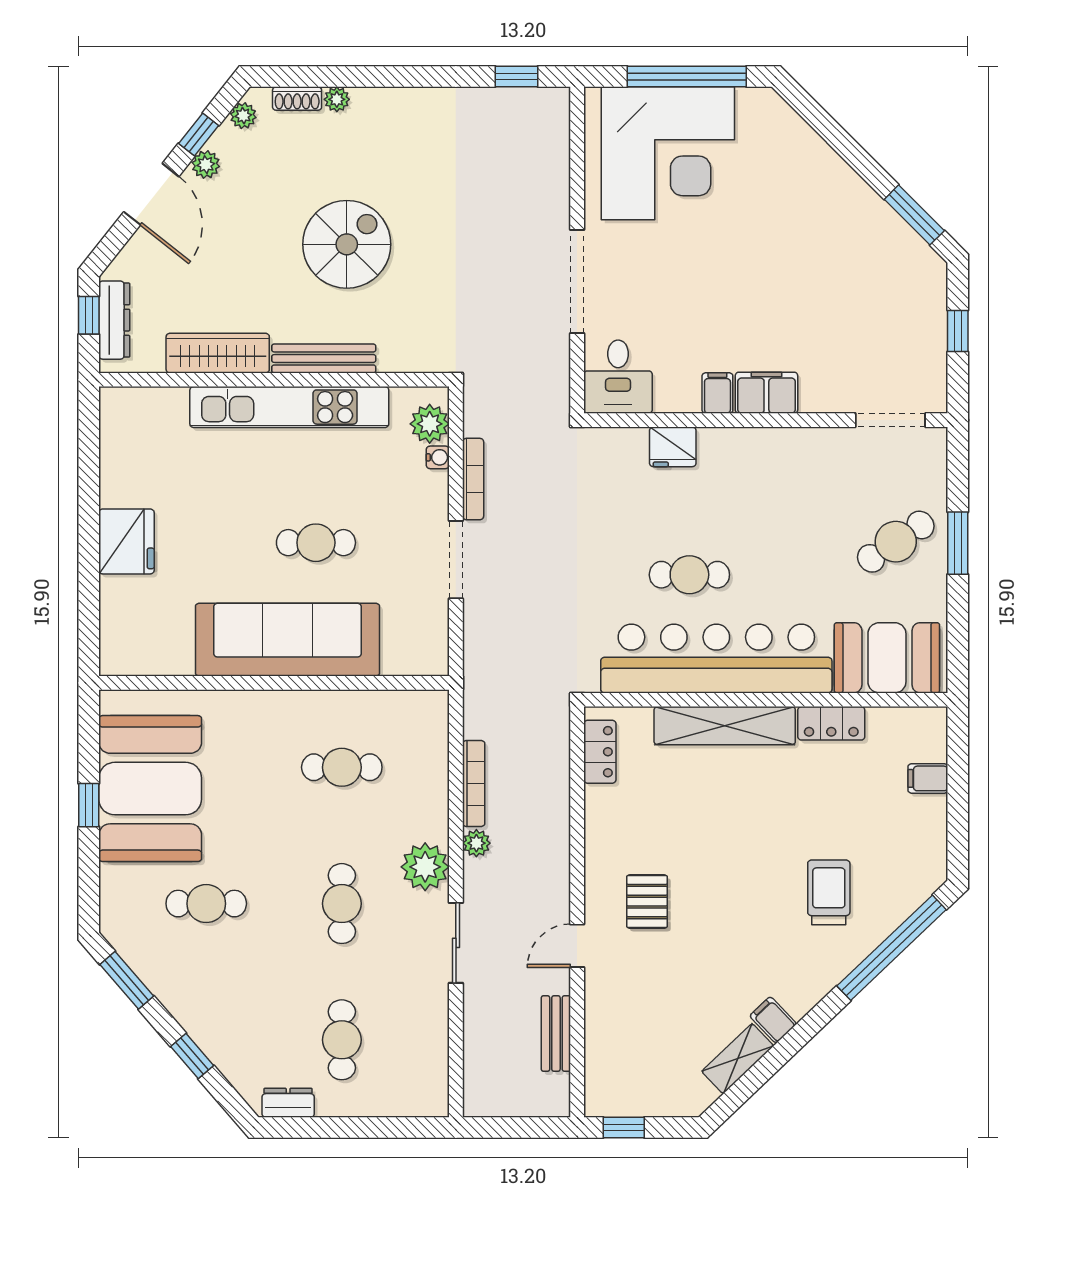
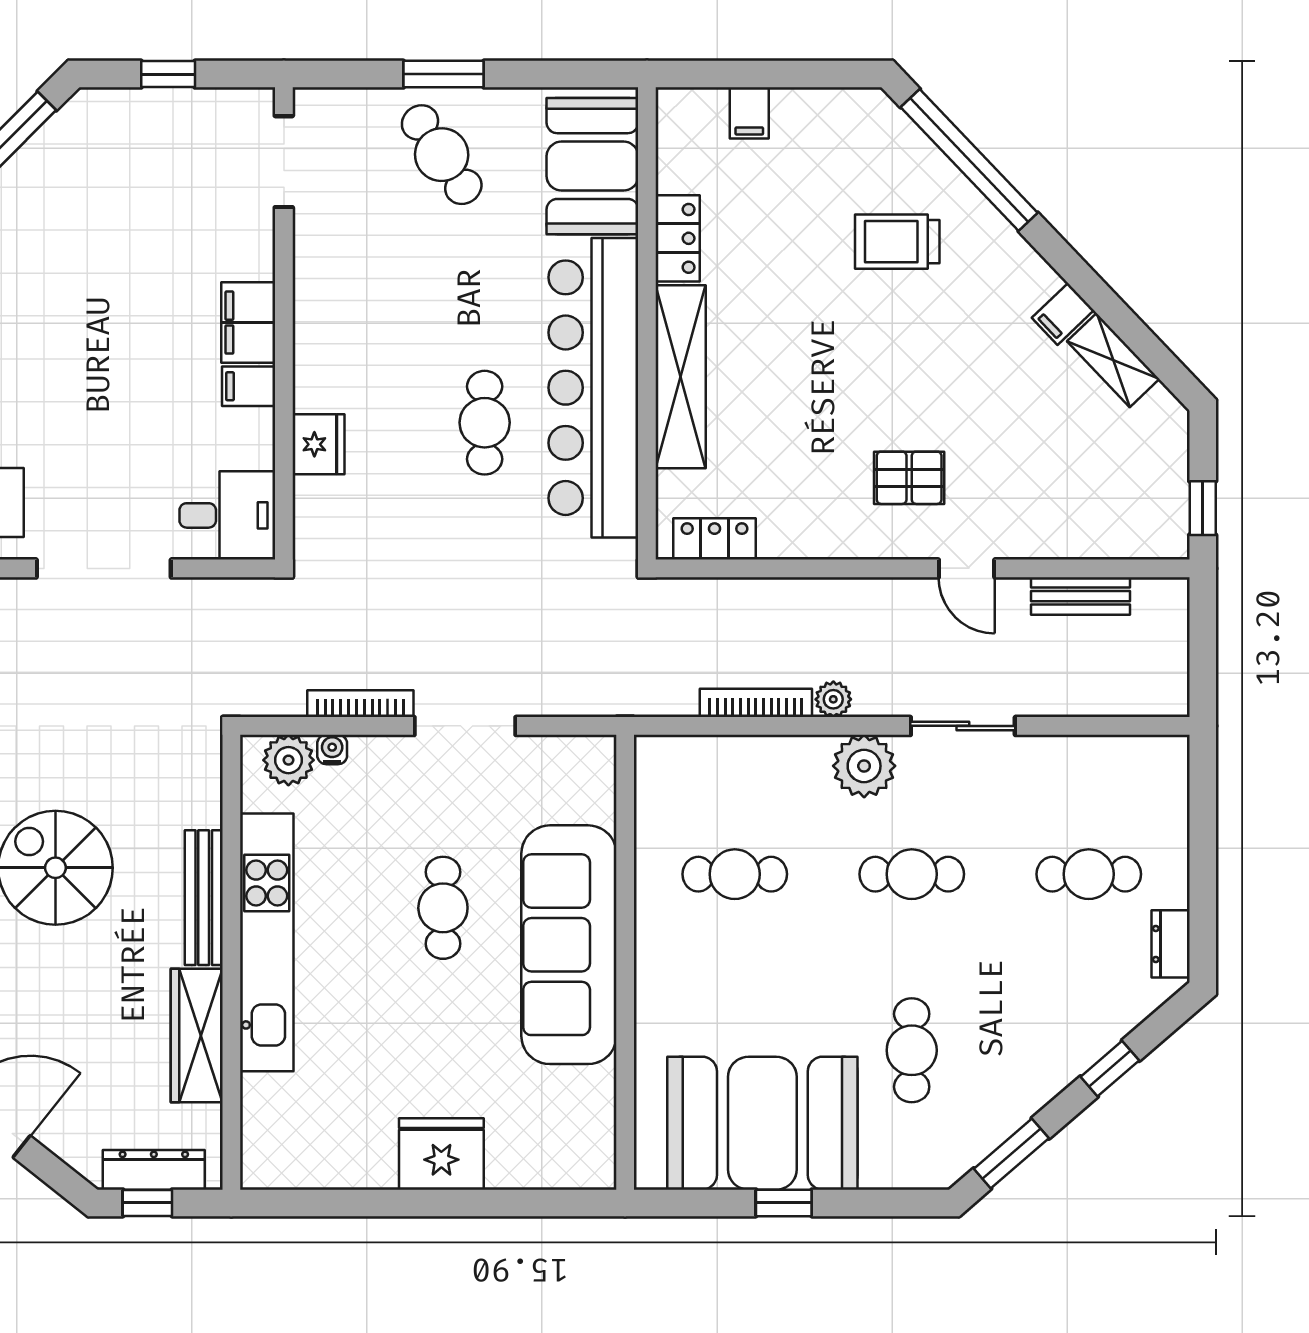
cafe table: (342, 767) -> (735, 874), turned 90

